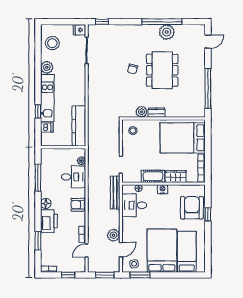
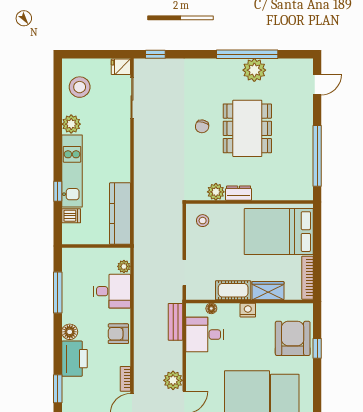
bench: (115, 193) -> (175, 322), width x0.73

